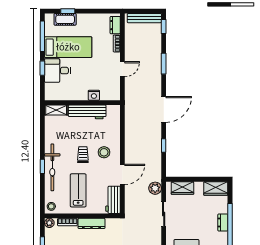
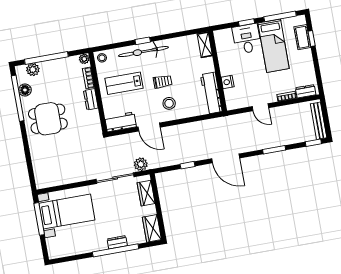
workbench: (87, 112) -> (211, 93), moved
lab bench: (78, 190) -> (124, 83), turned 180
sliding door: (164, 214) -> (115, 178), width x1.37
dresser: (92, 223) -> (91, 99), width x0.70

